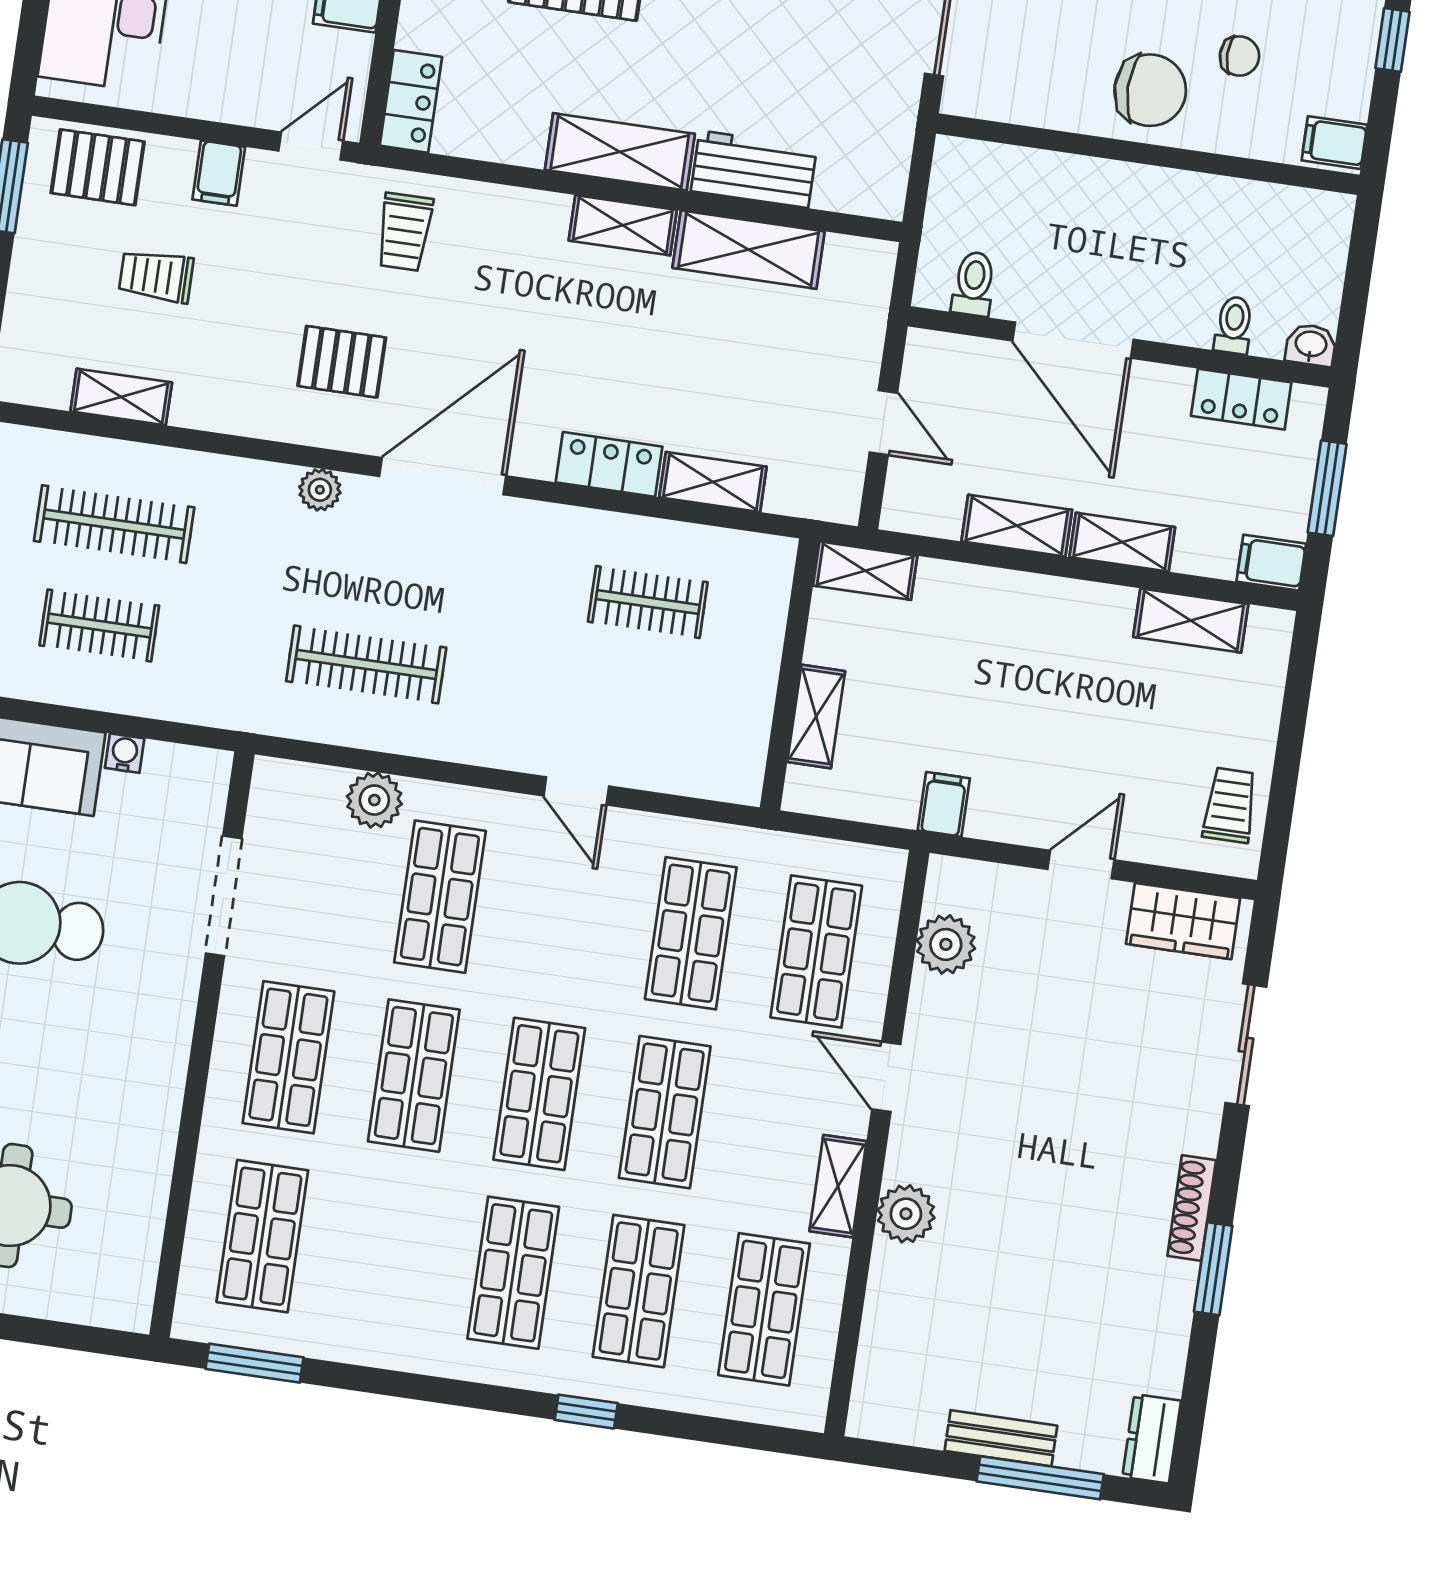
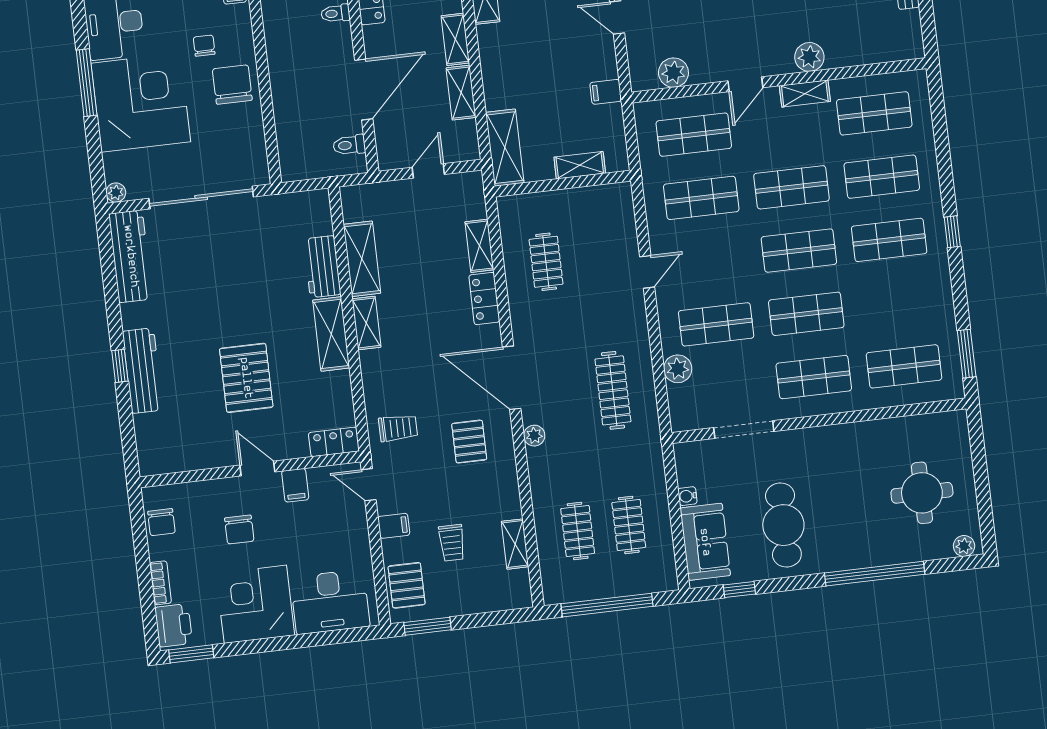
clothes rail: (114, 524) -> (578, 531), width x0.73
shelving: (865, 571) -> (505, 148), width x1.50, depth x1.33
window: (586, 1412) -> (952, 232), moved

